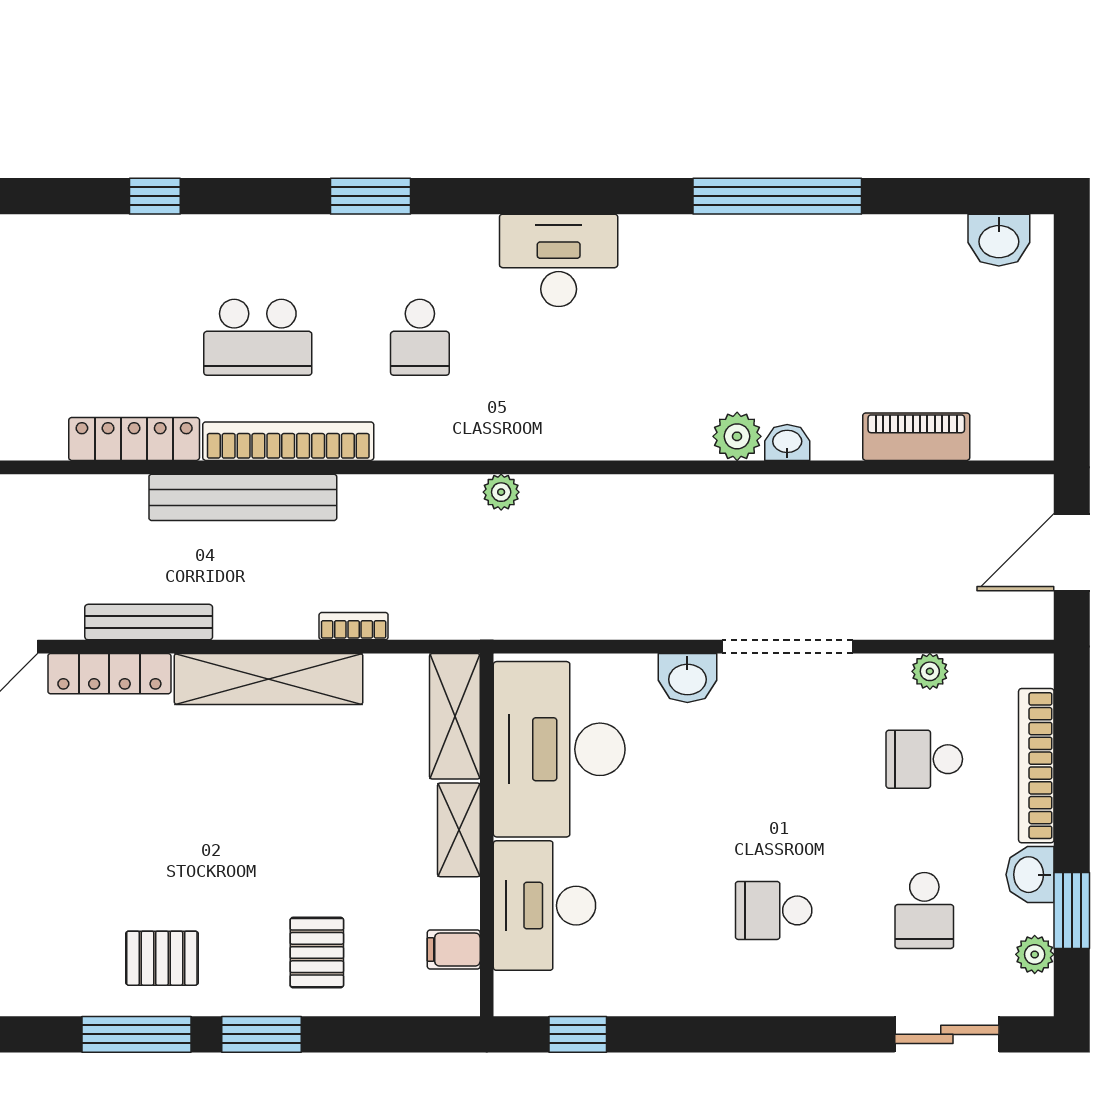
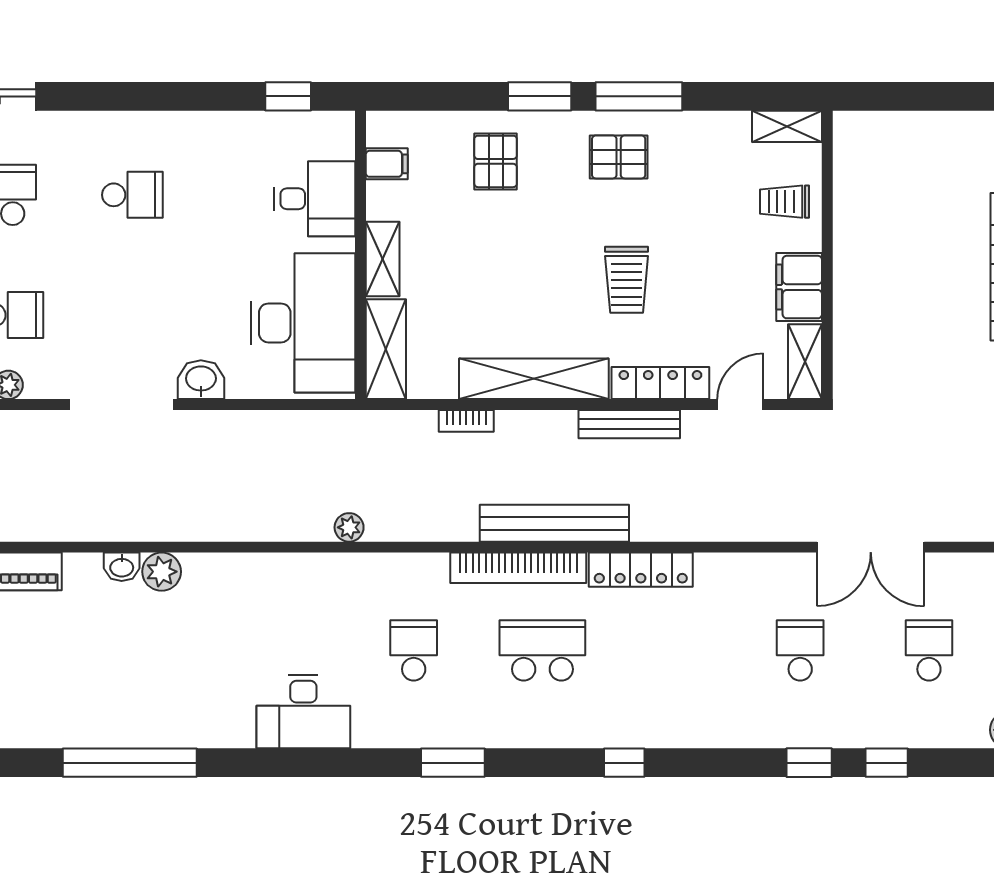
trolley: (152, 804) -> (627, 280), added
desk: (544, 906) -> (315, 199), width x0.73

